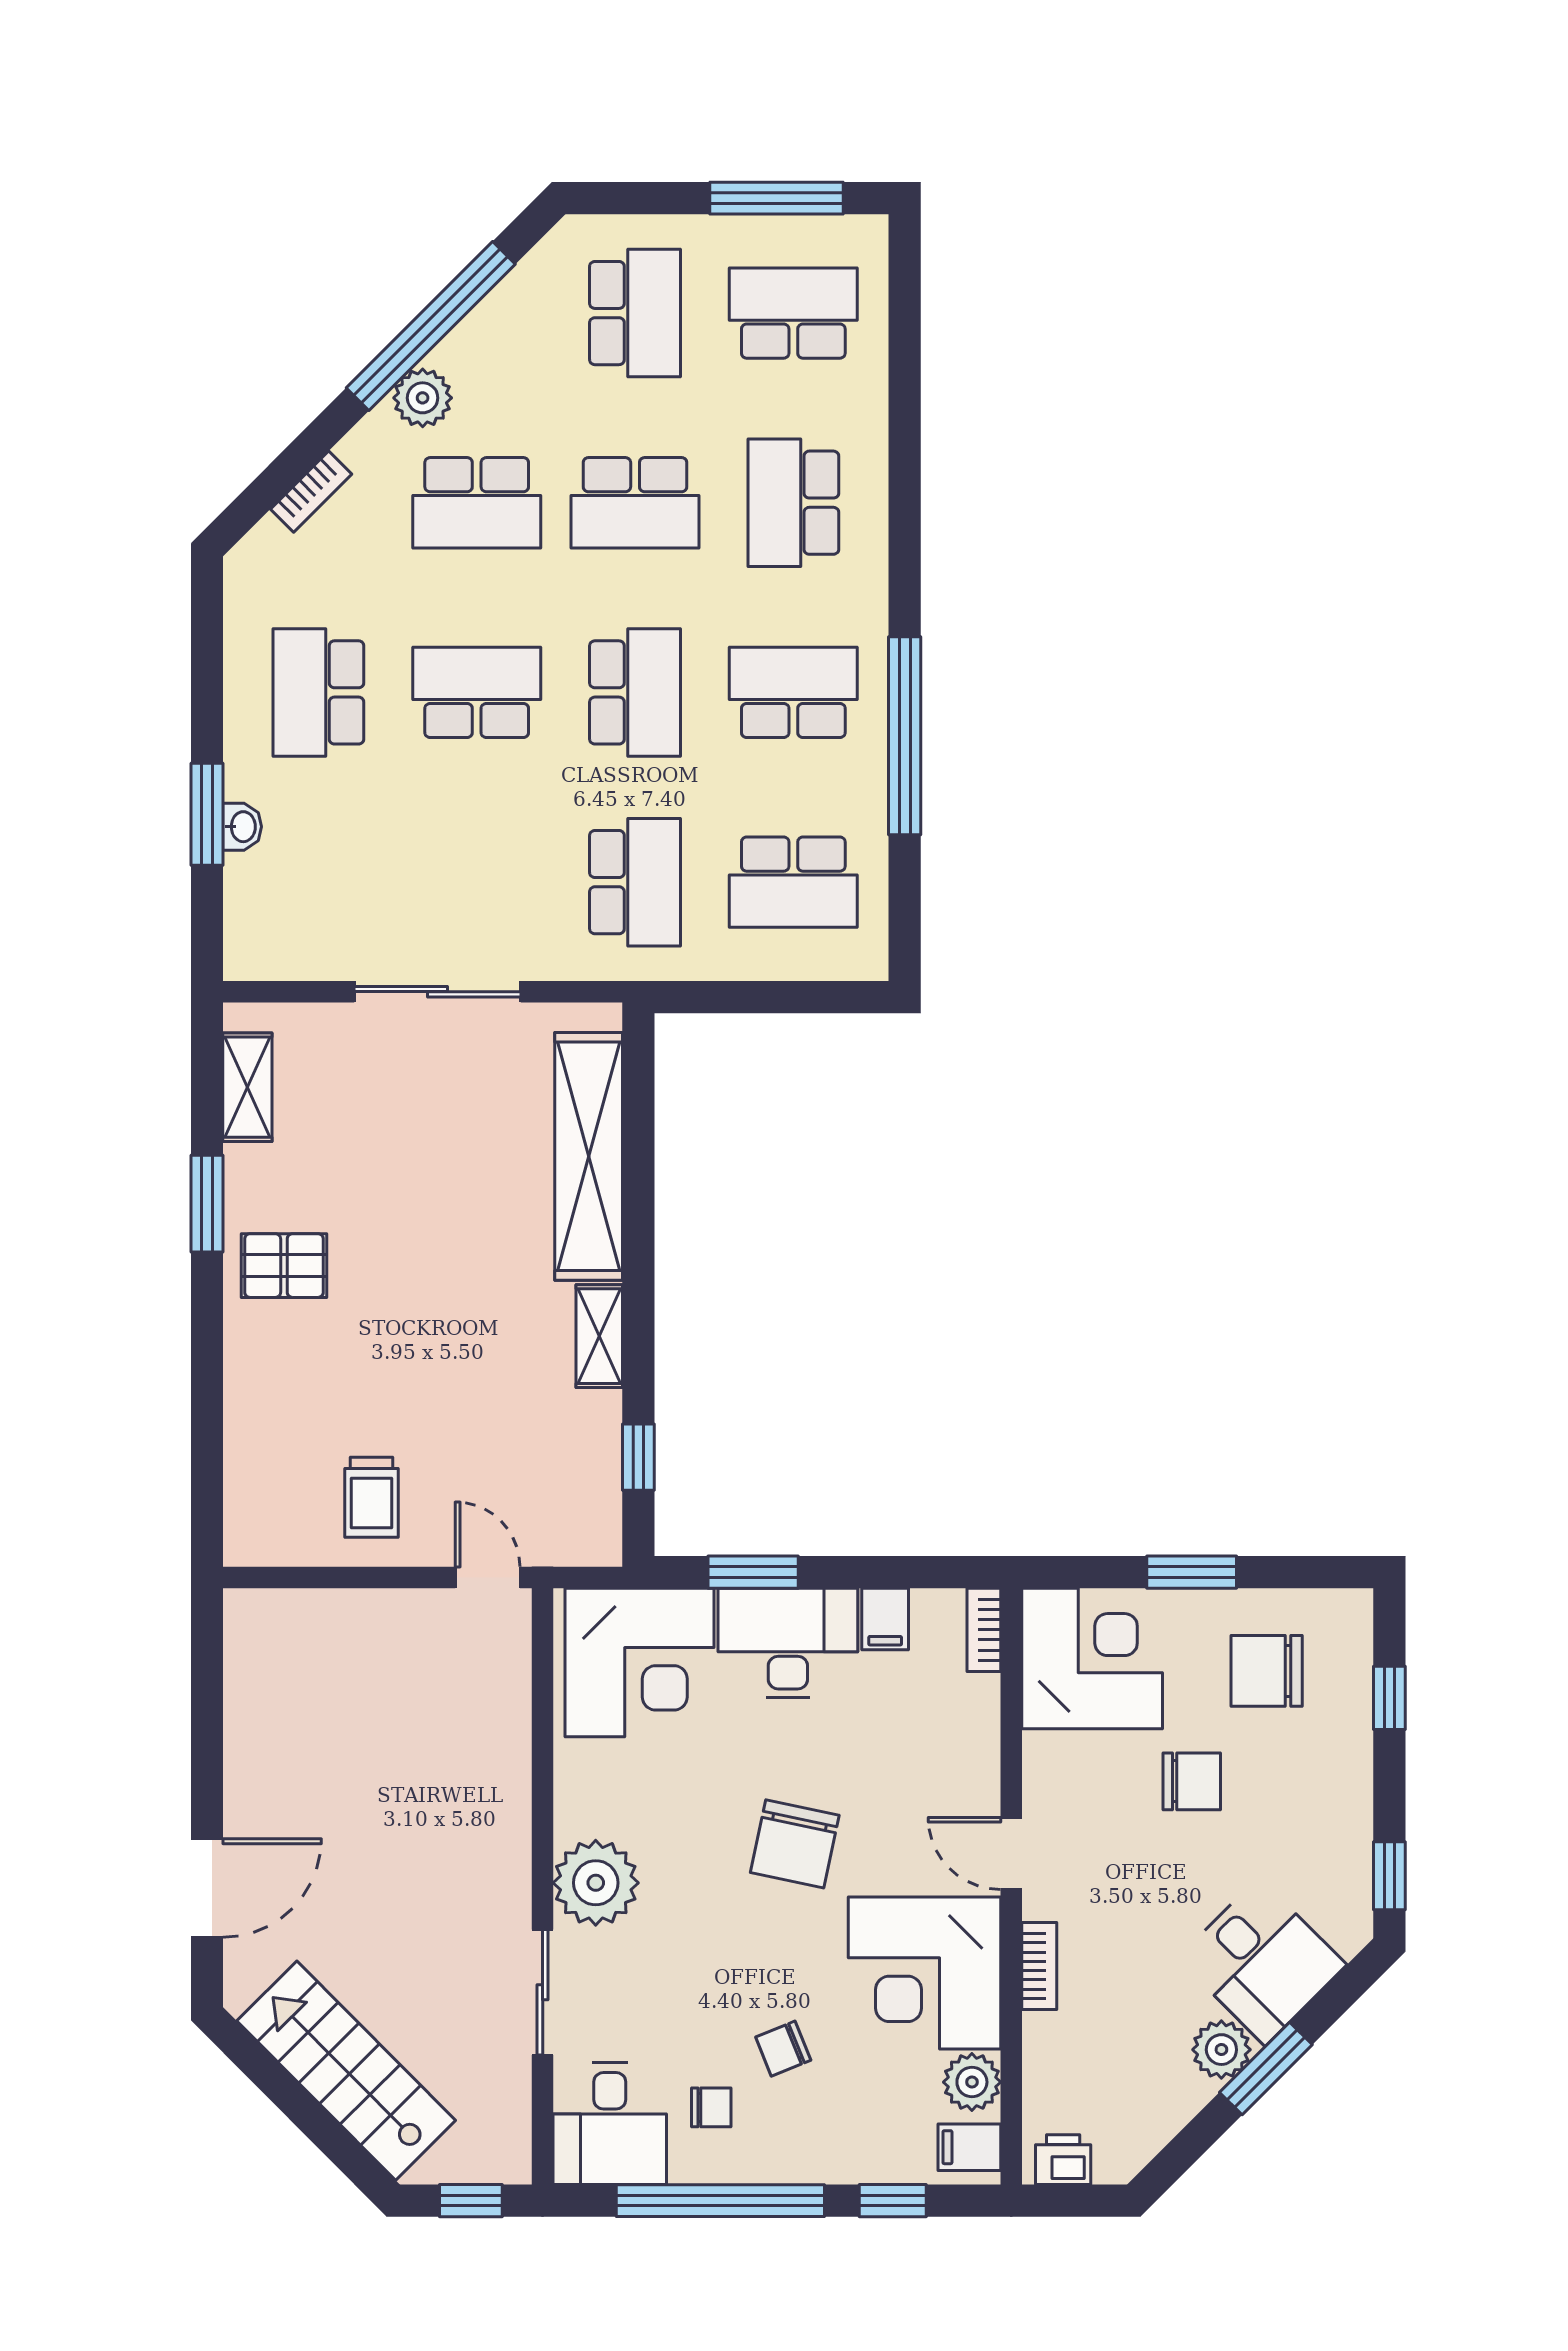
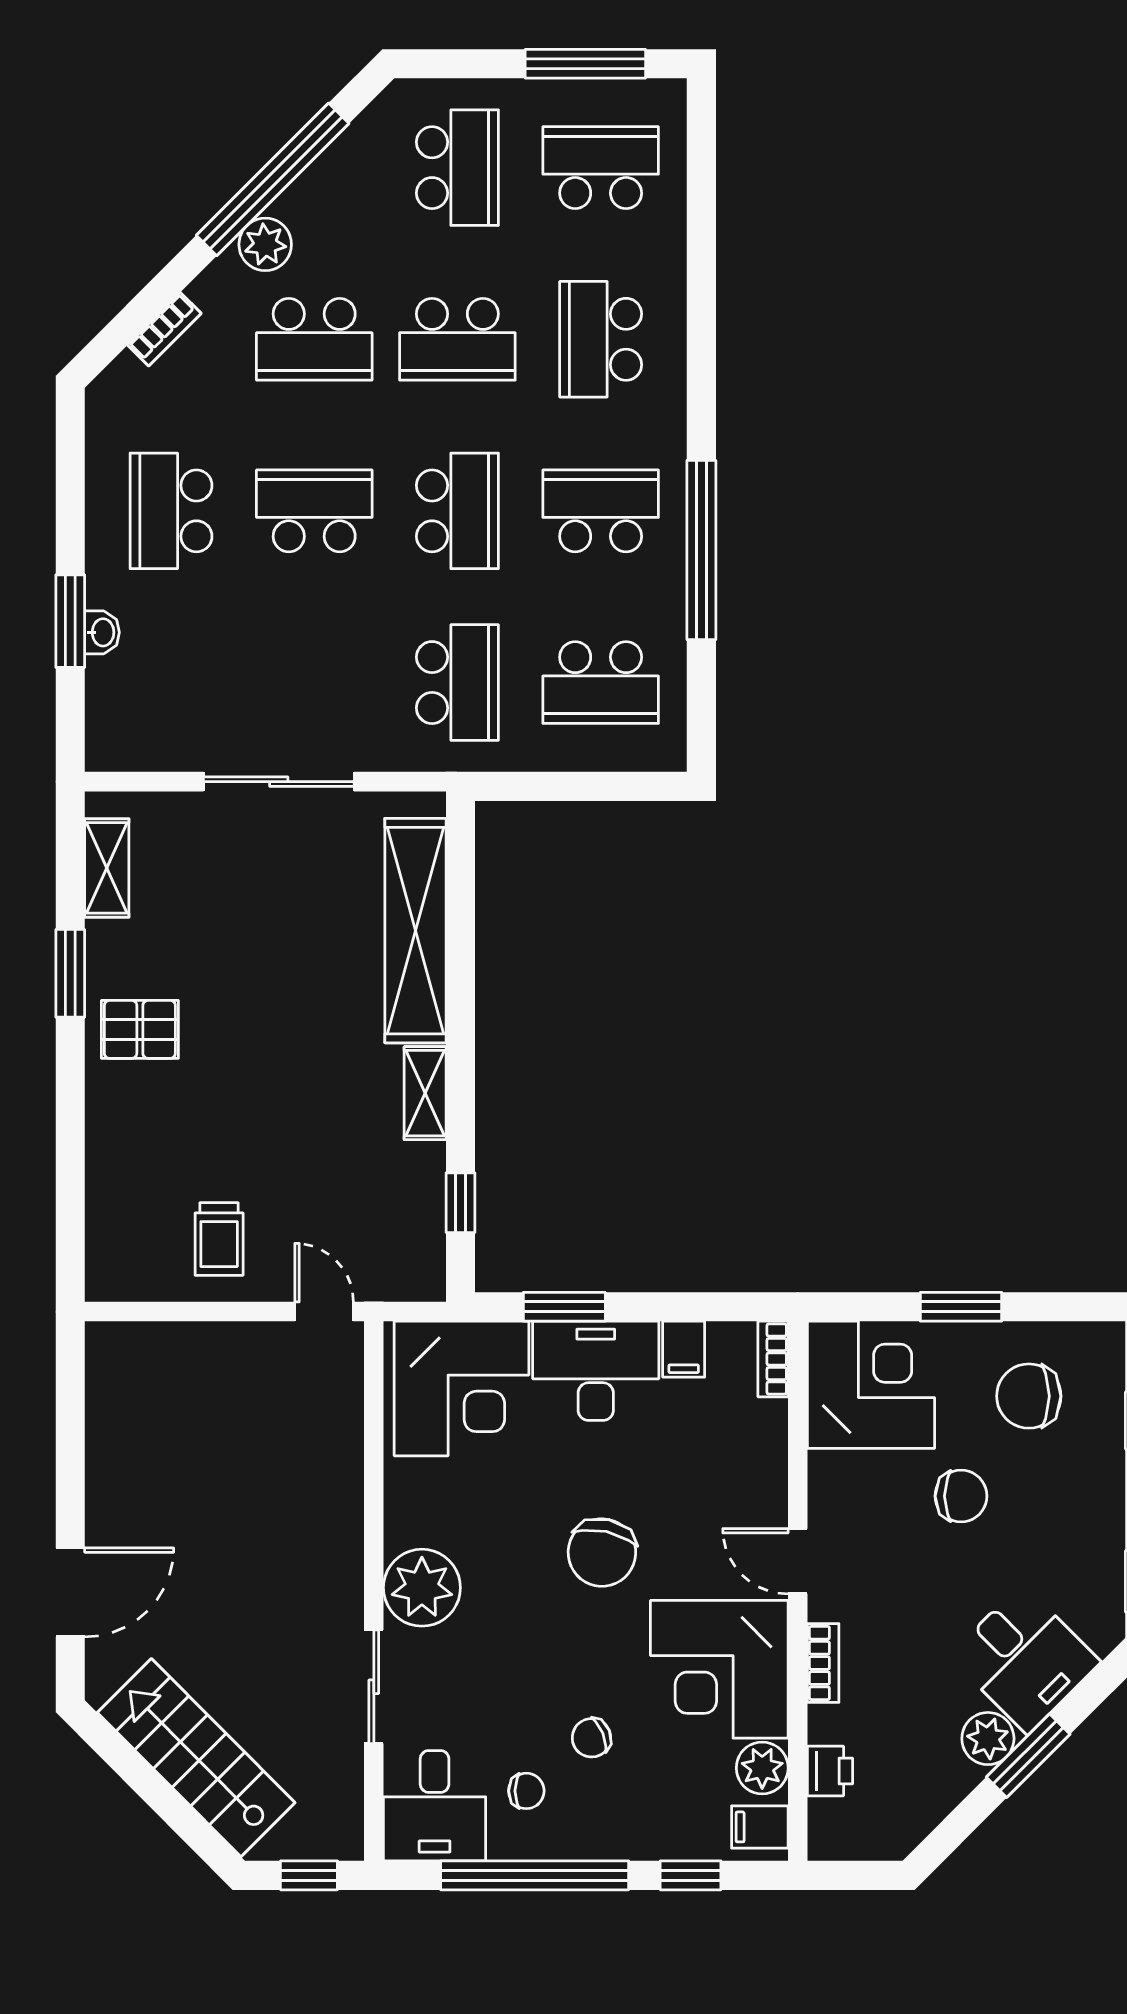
printer: (1063, 2160) -> (830, 1771), moved, turned 90

